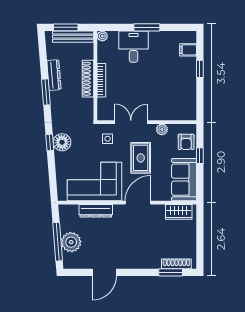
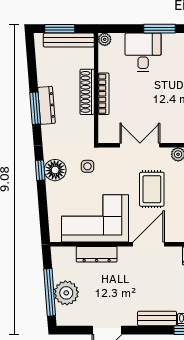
dresser: (54, 75) -> (47, 105), moved
side table: (108, 139) -> (87, 166), moved
bench: (145, 263) -> (157, 318), added

